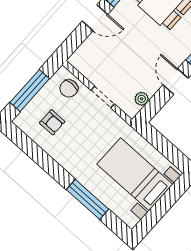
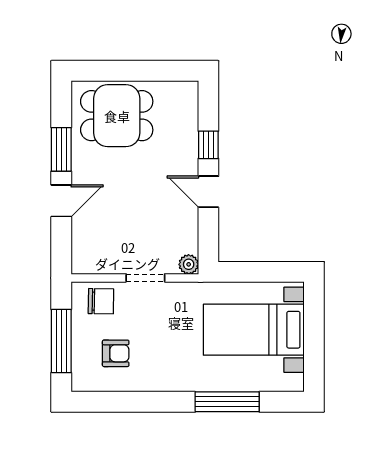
chair: (69, 88) -> (101, 301), turned -89
plant: (142, 99) -> (189, 264), moved

